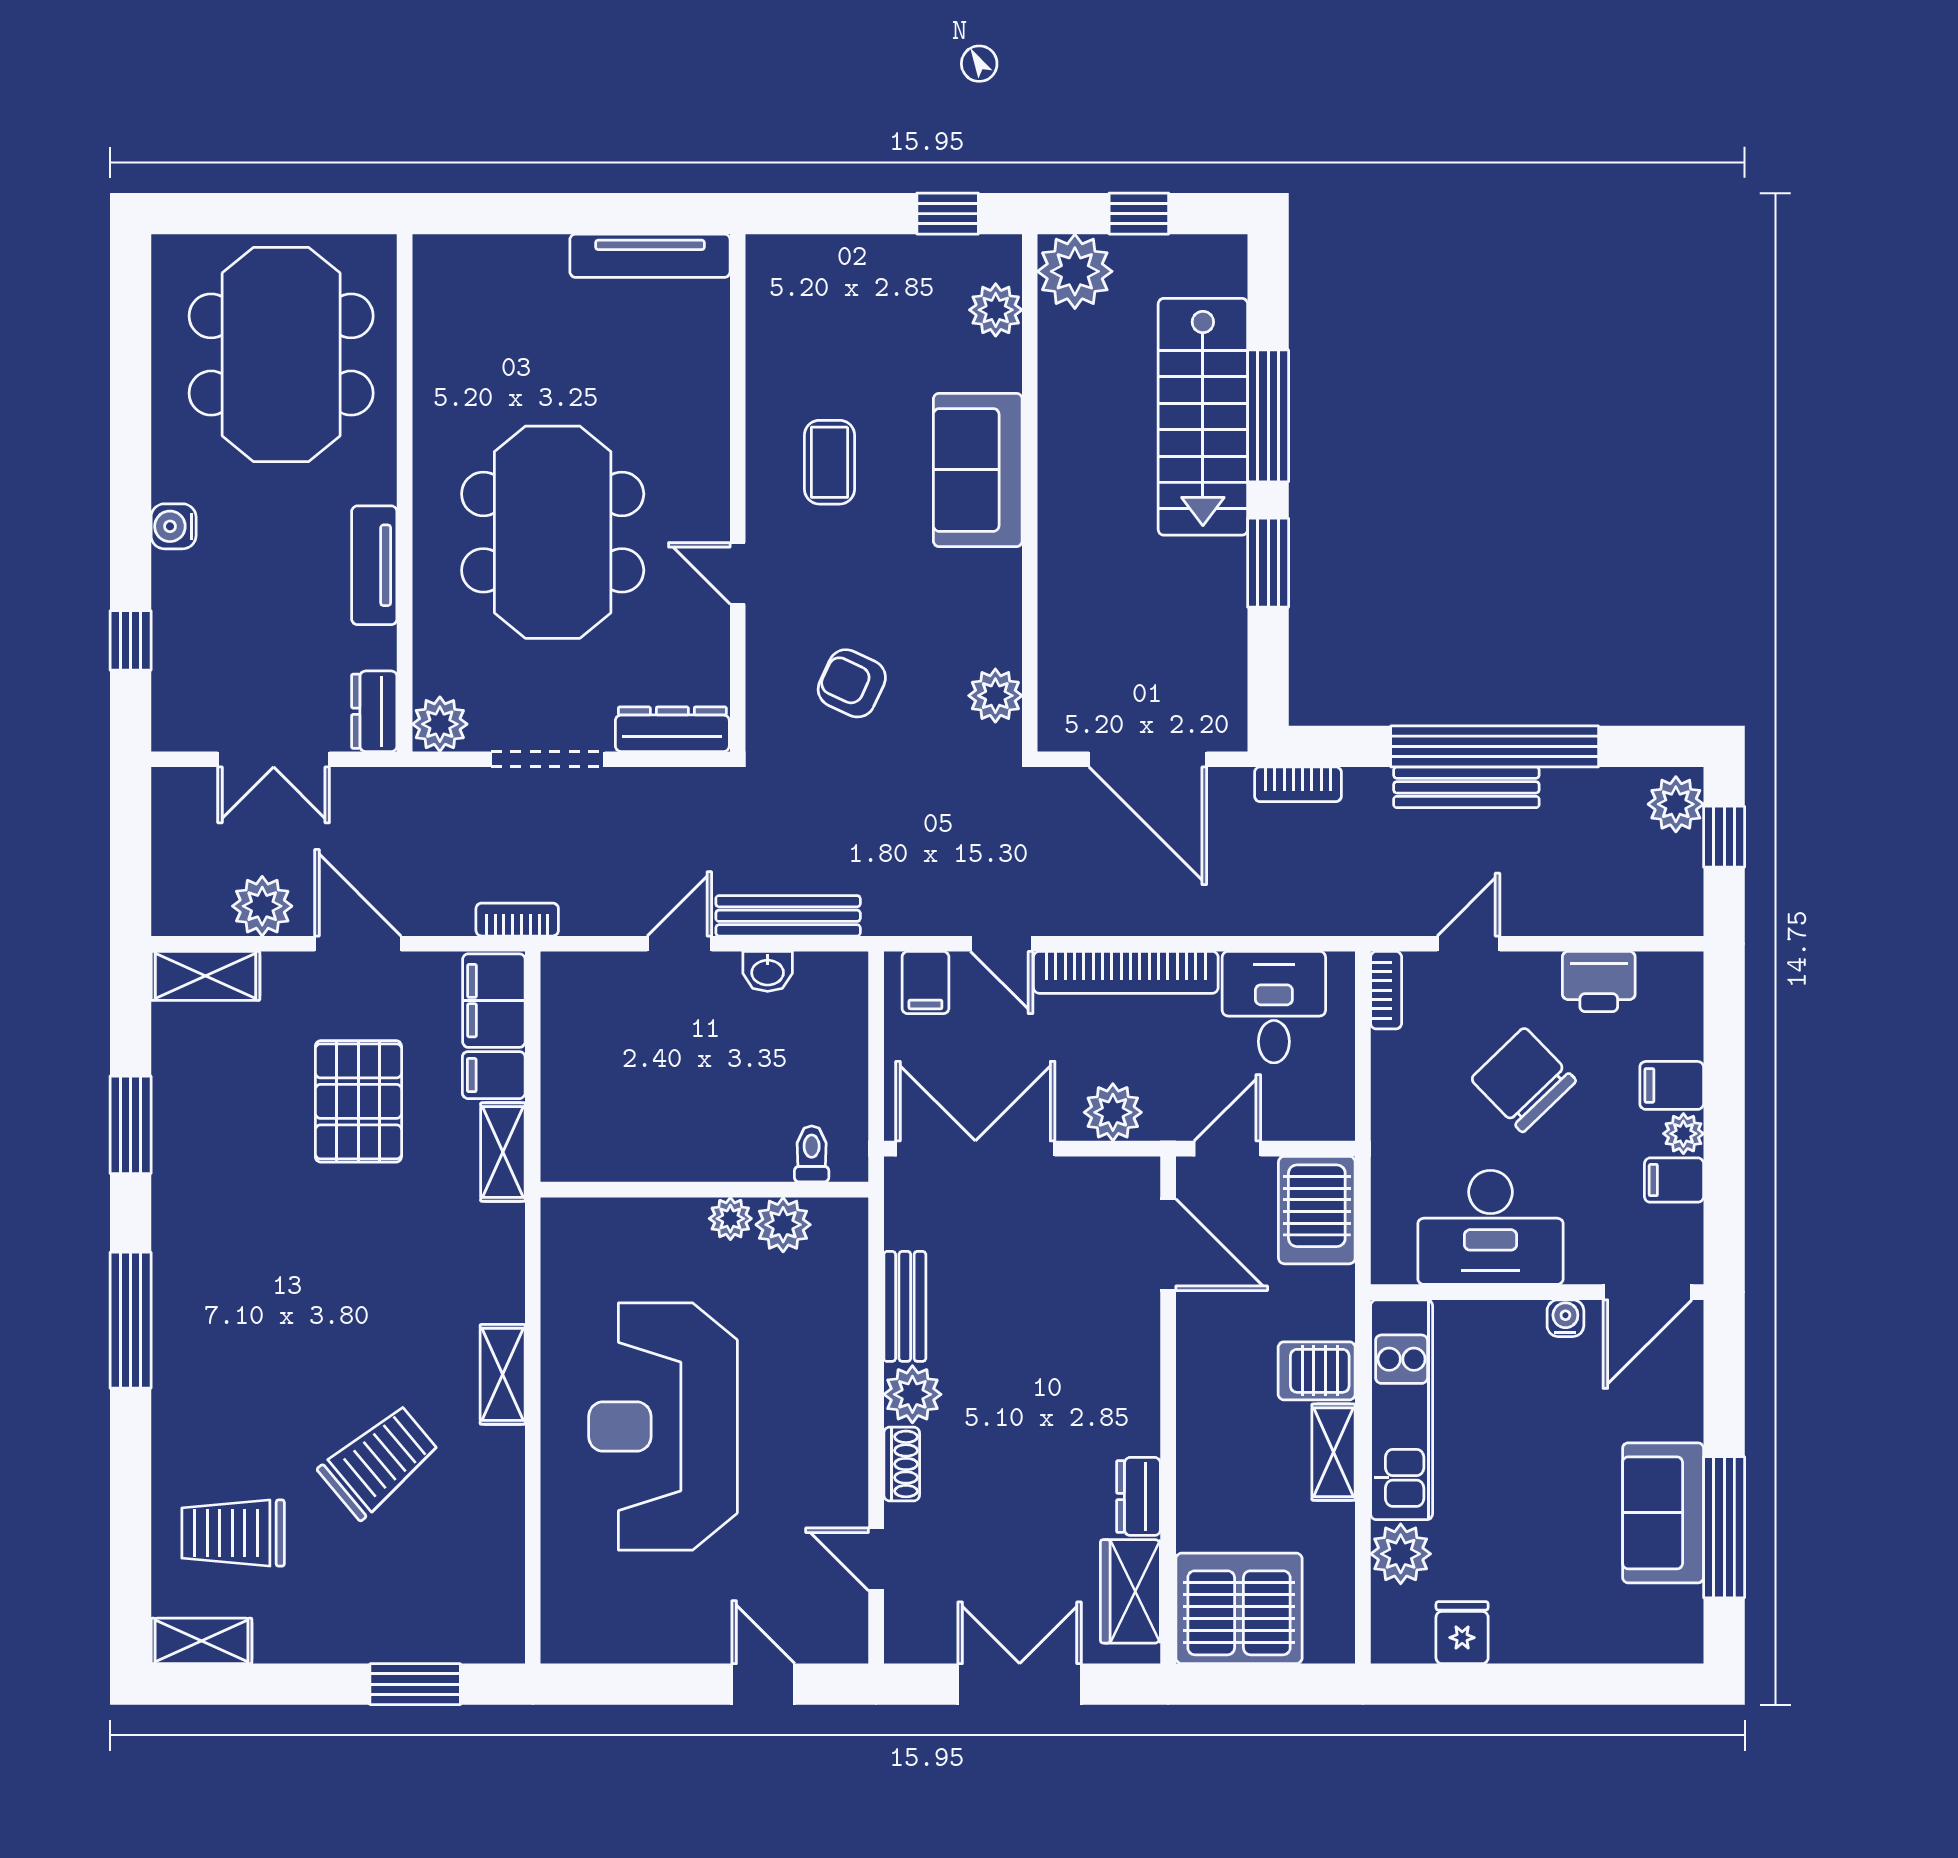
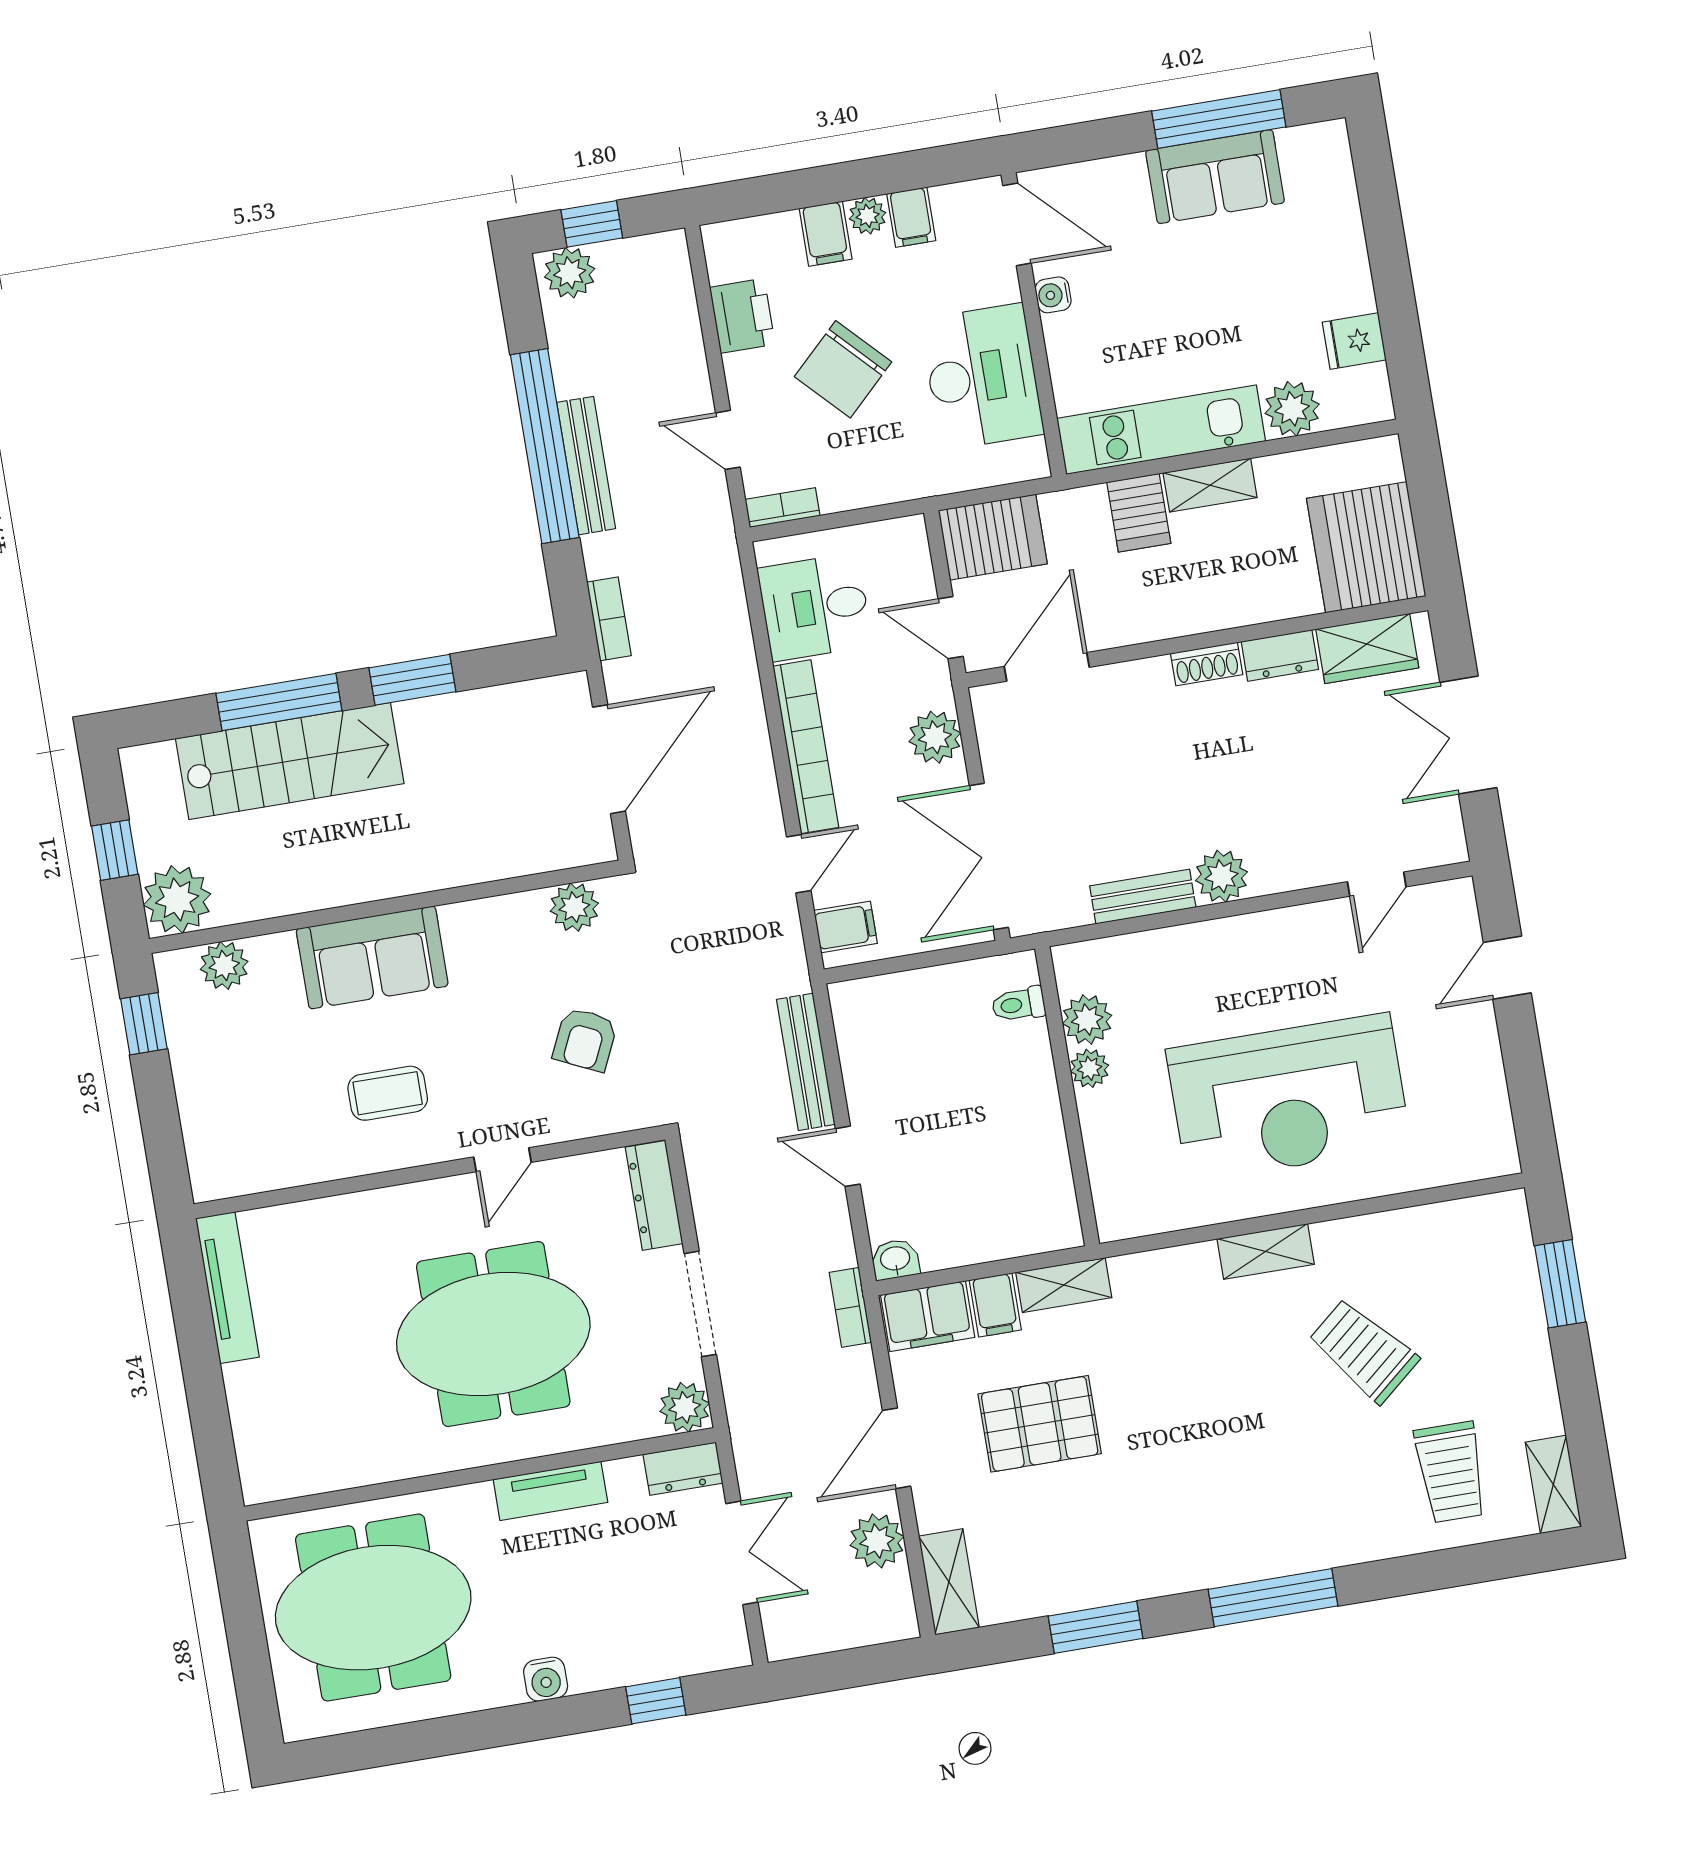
washbasin: (768, 971) -> (895, 1259), moved, turned -90
shoe rack: (902, 1464) -> (1207, 664), moved, turned 180

